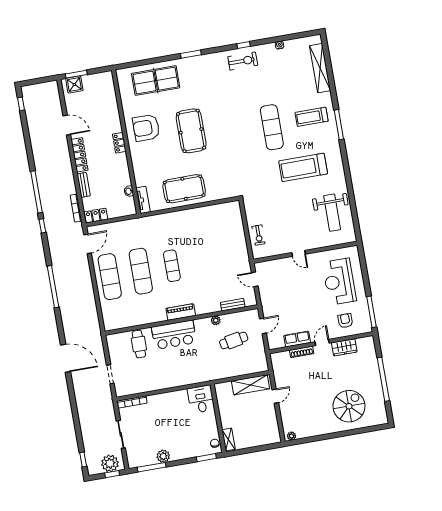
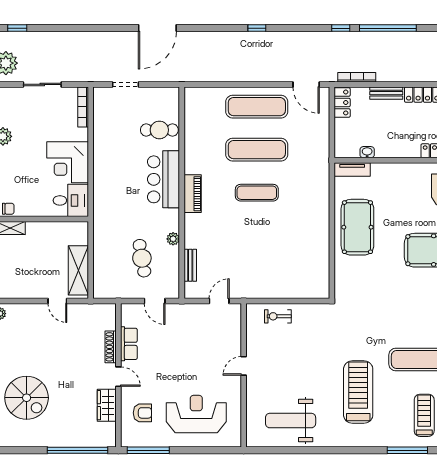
window: (53, 287) -> (257, 28), width x0.32
window: (383, 379) -> (77, 450), moved
corner desk: (174, 406) -> (68, 162), added

